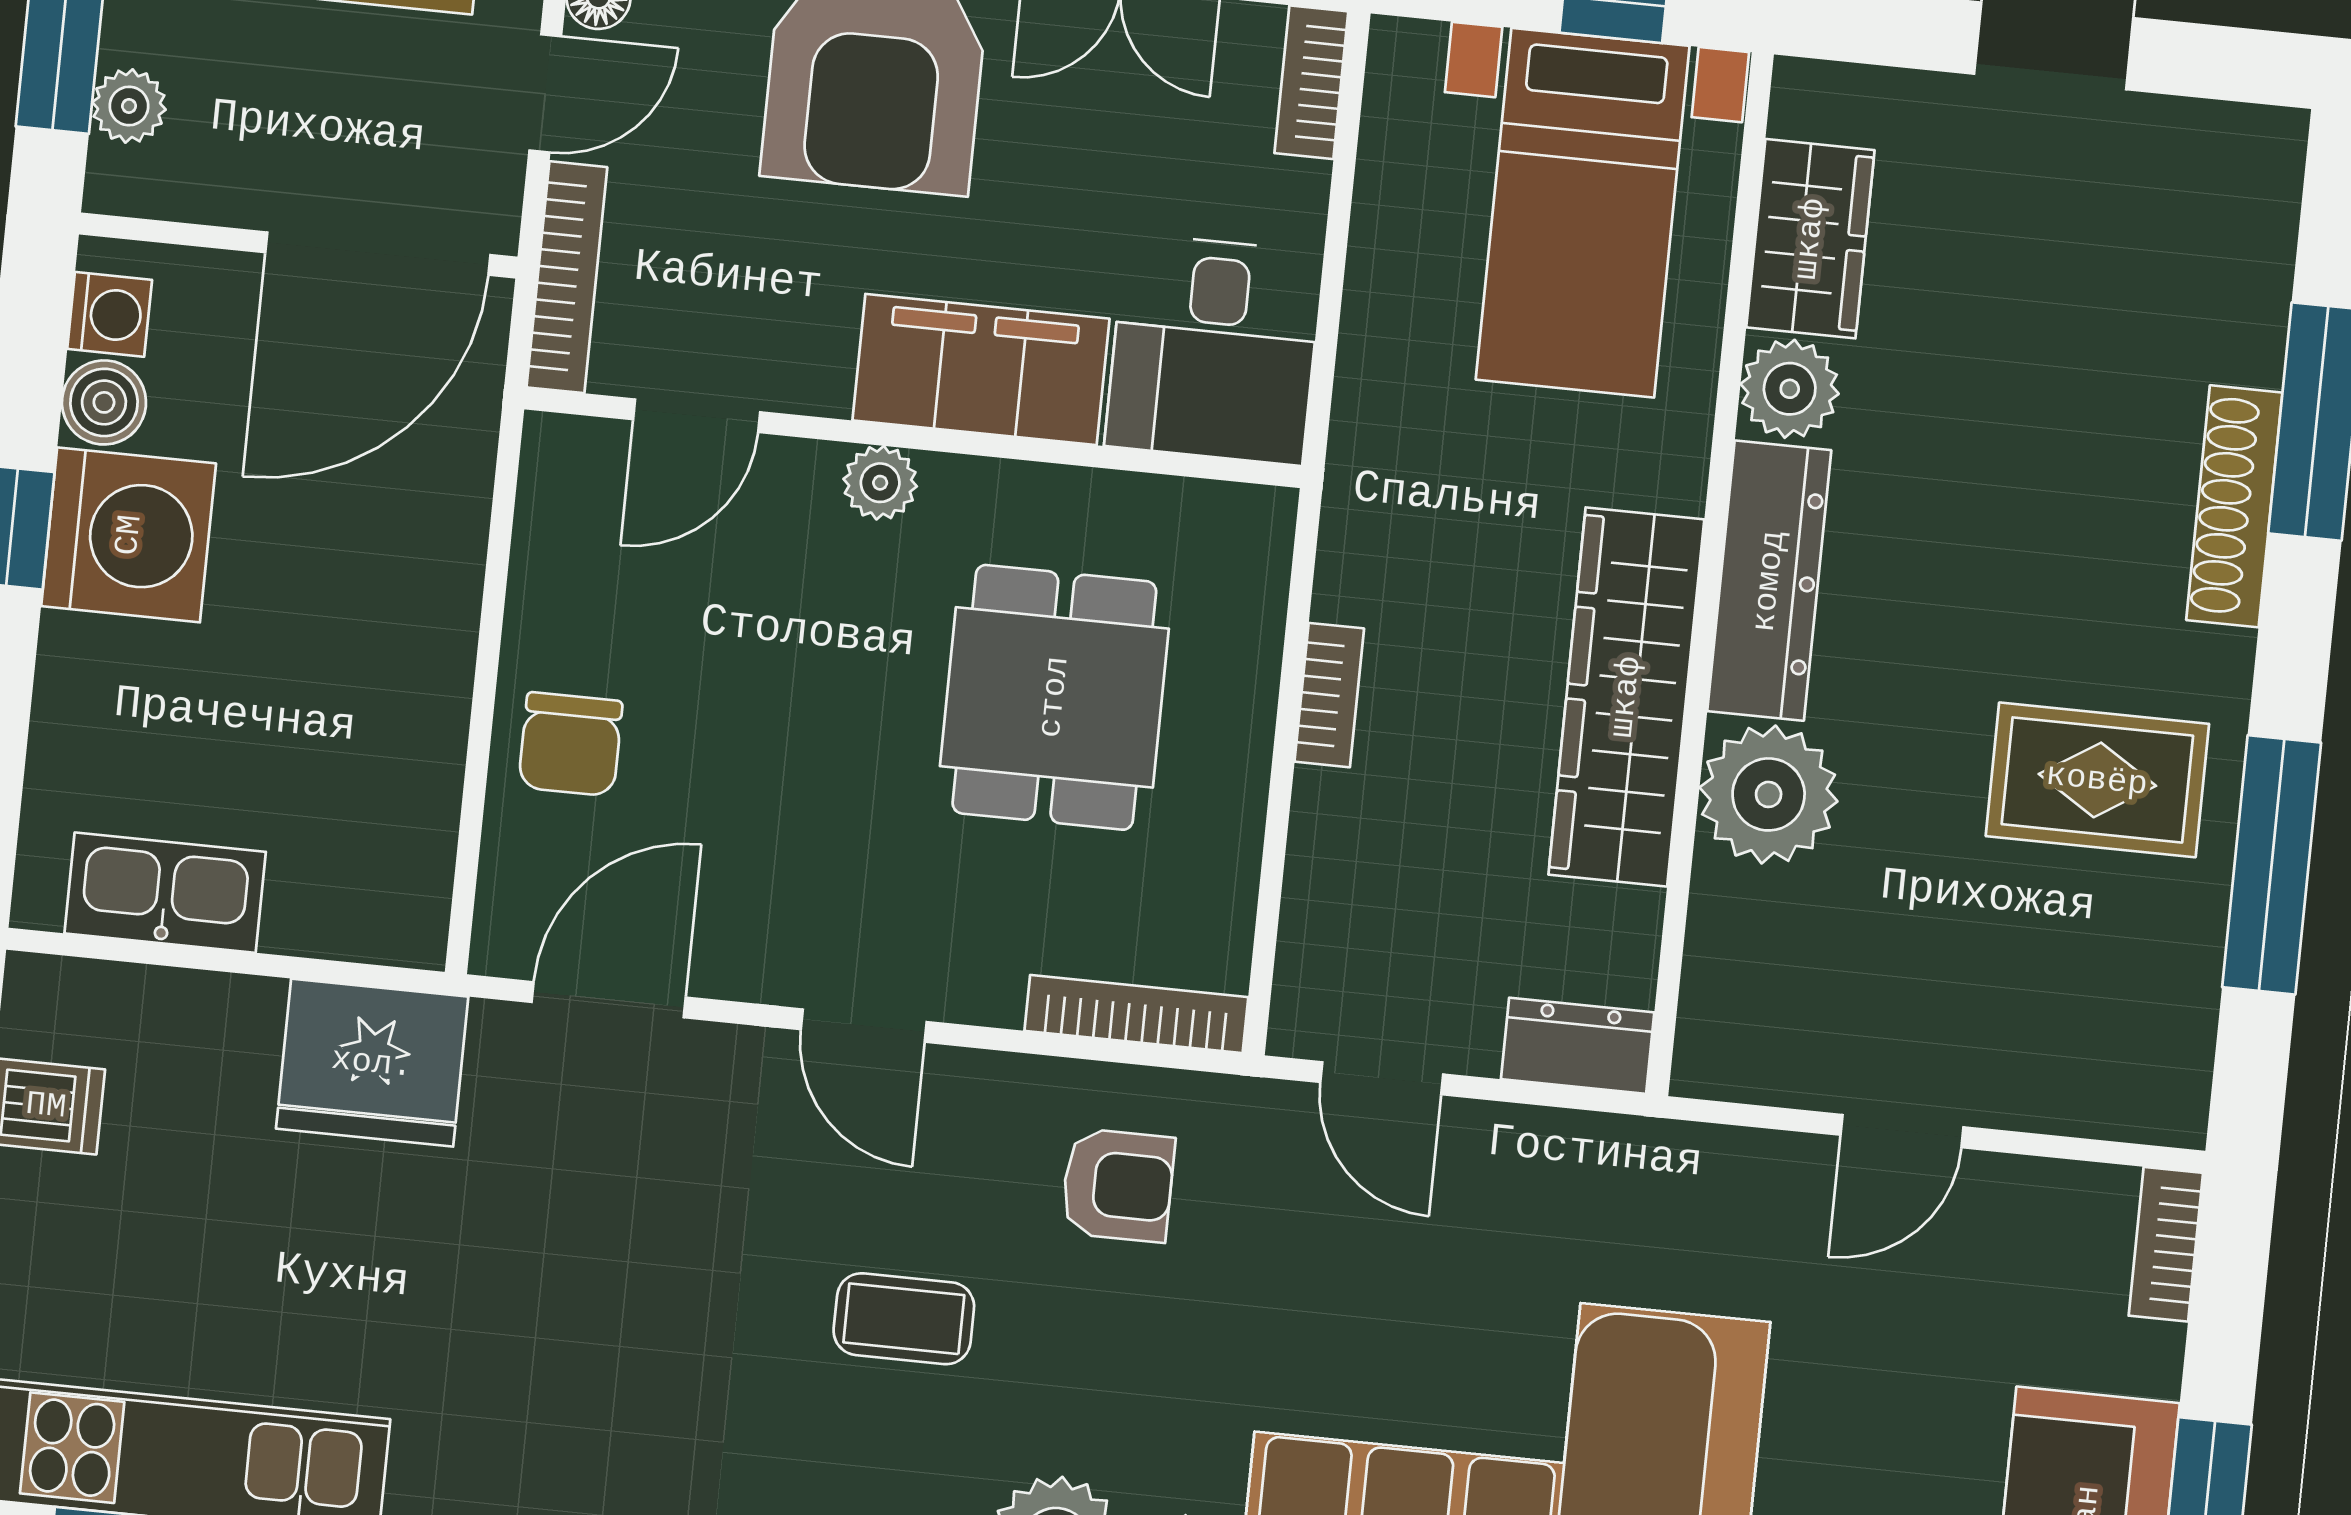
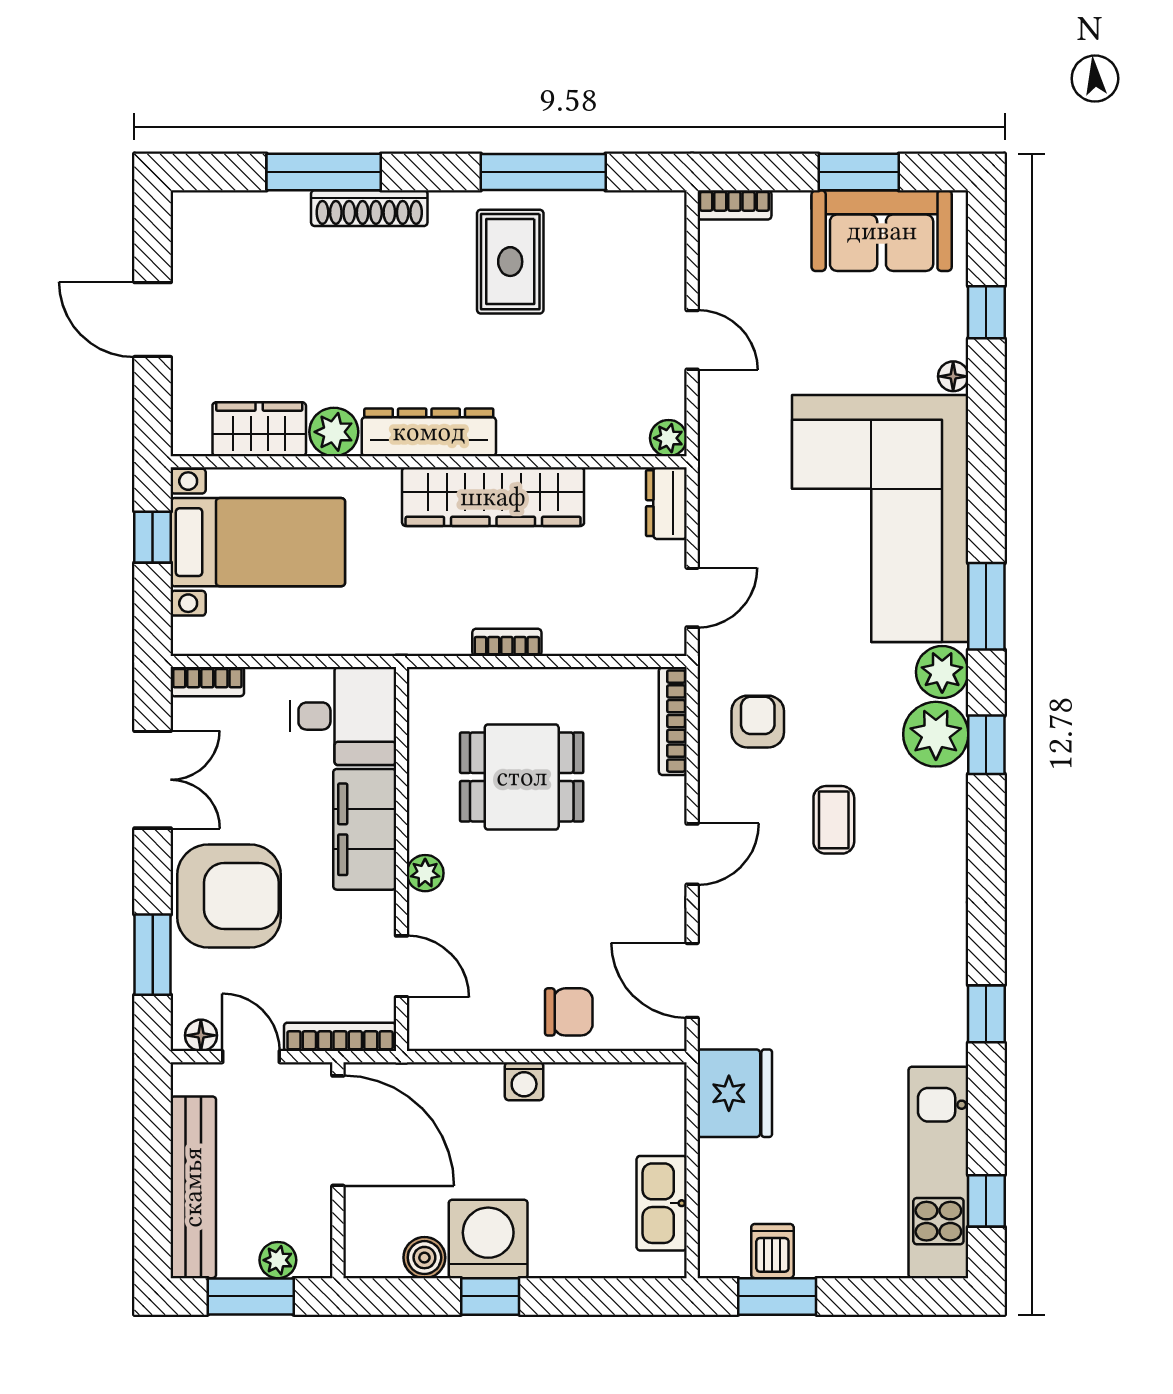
washing machine: (110, 314) -> (524, 1081), moved, turned 180
plant: (1769, 794) -> (668, 438), moved, width x0.53, depth x0.53

